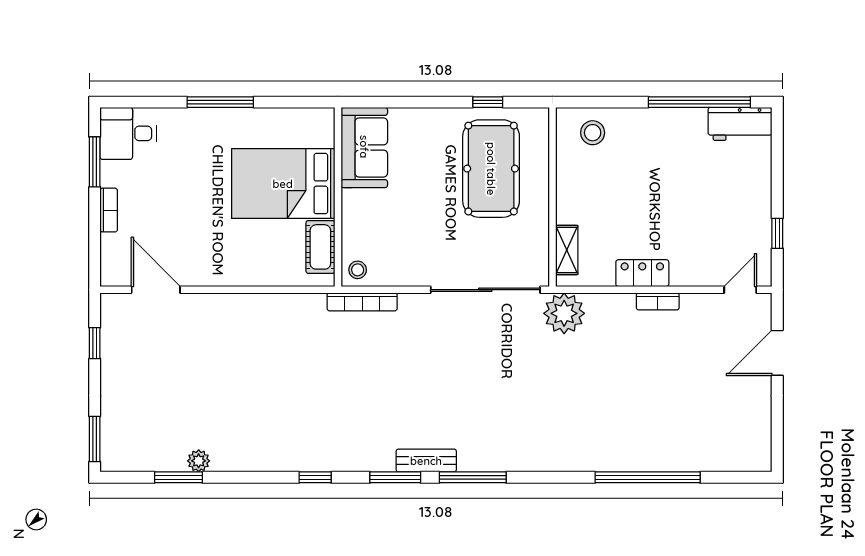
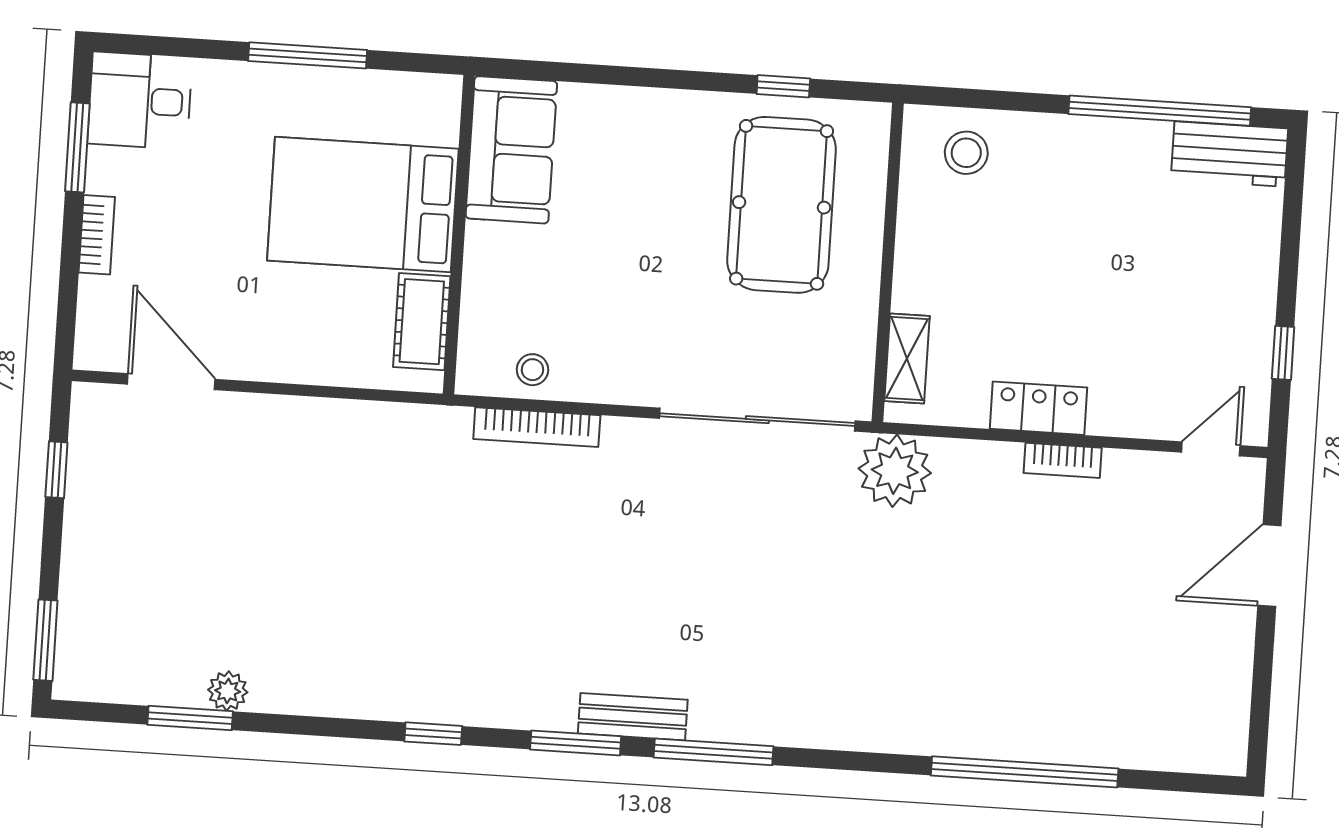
sofa: (364, 147) -> (511, 150), moved
bed: (283, 184) -> (363, 205), moved
wall: (338, 197) -> (459, 235), moved
cot: (320, 247) -> (422, 322), moved

